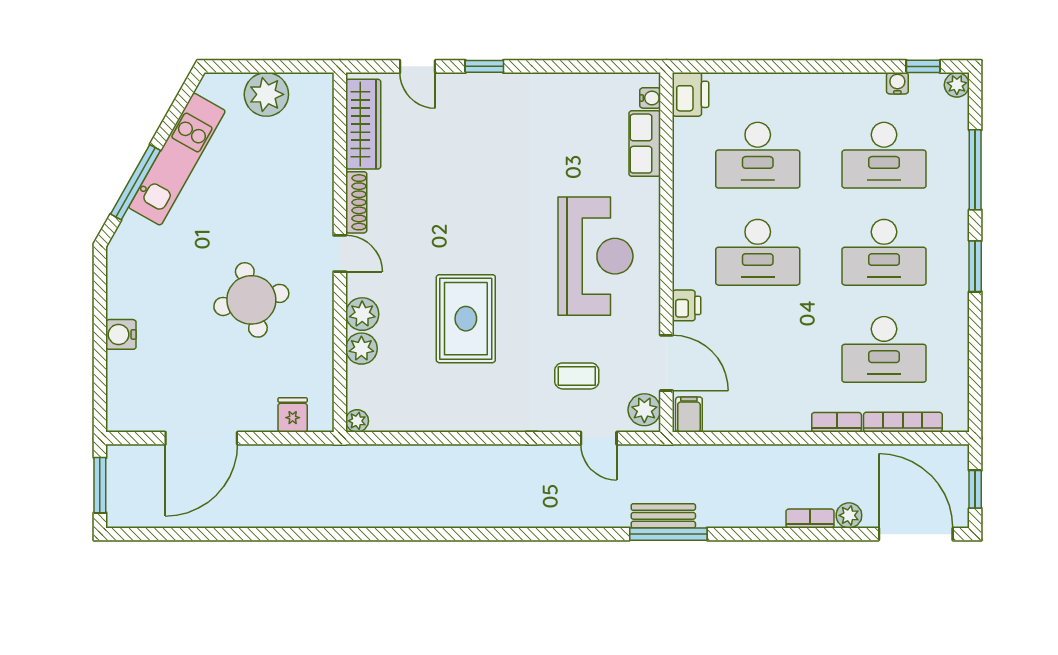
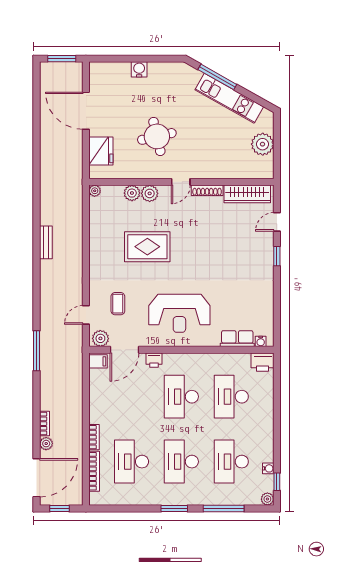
fridge: (293, 415) -> (101, 151), width x1.88, depth x1.34
bench: (663, 516) -> (46, 242), moved

